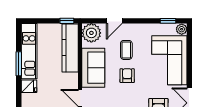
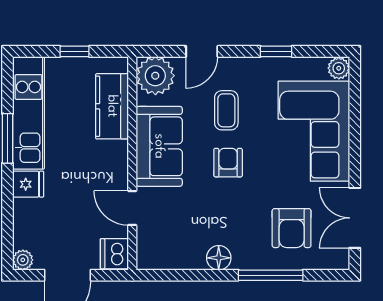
window: (67, 21) -> (75, 51), moved
window: (168, 21) -> (276, 51), moved
kitchen counter: (70, 48) -> (112, 106), width x0.67

